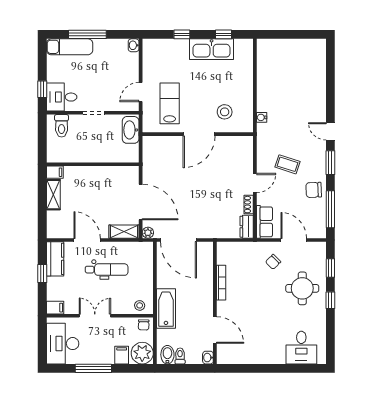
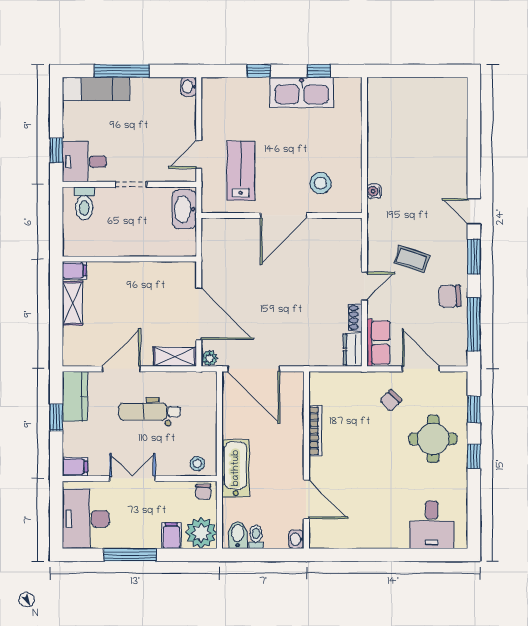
door: (87, 240) -> (121, 369), hinge flipped
dental chair: (107, 270) -> (150, 412), turned 180

